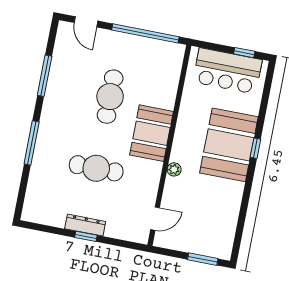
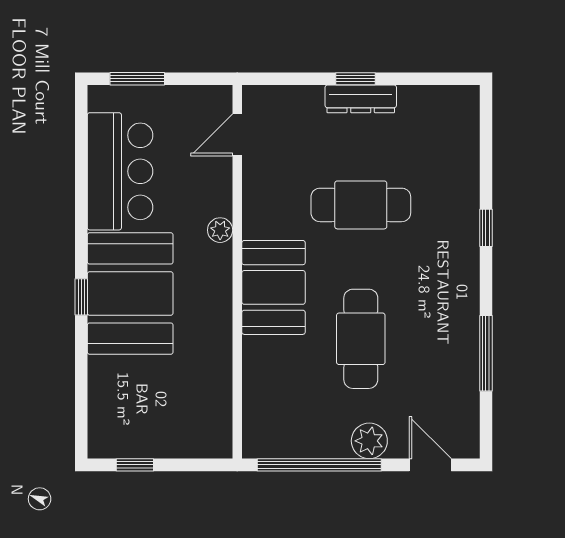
plant: (116, 41) -> (369, 441), added
bar counter: (227, 71) -> (120, 171), moved, turned 90
window: (32, 143) -> (486, 228), width x0.46

